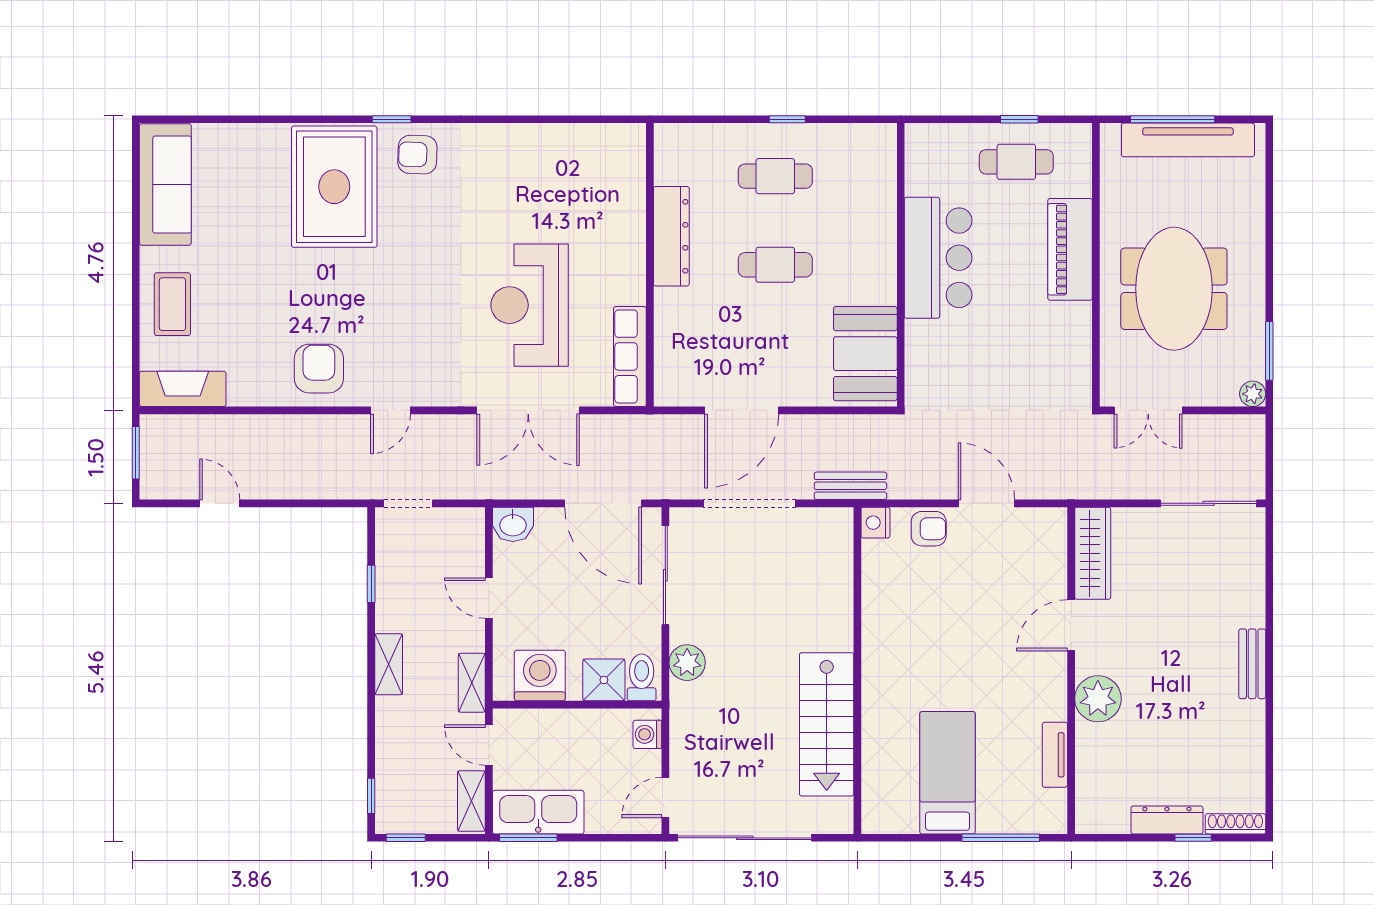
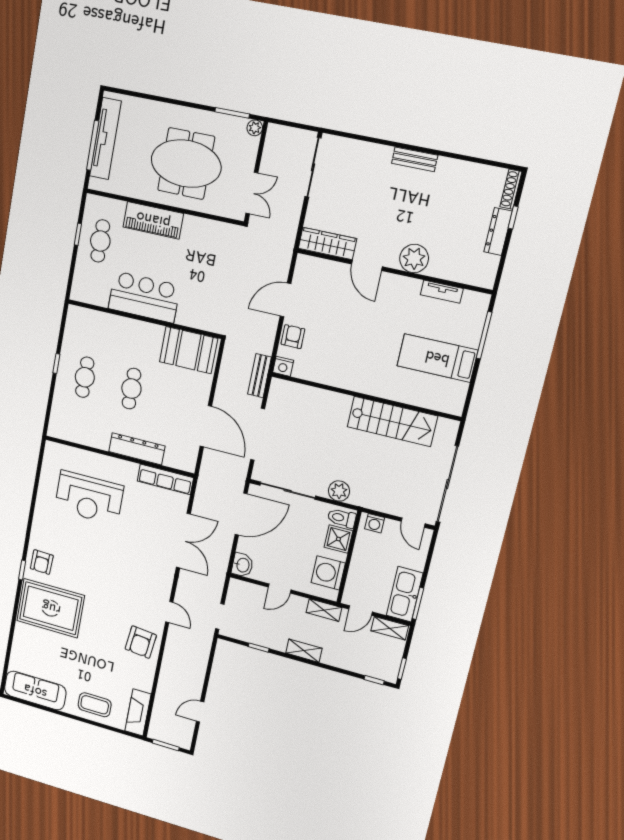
dresser: (671, 236) -> (137, 449), moved
reception desk: (530, 305) -> (89, 498), moved
armchair: (319, 369) -> (141, 642), turned -84

